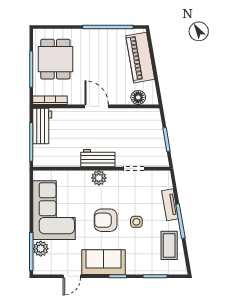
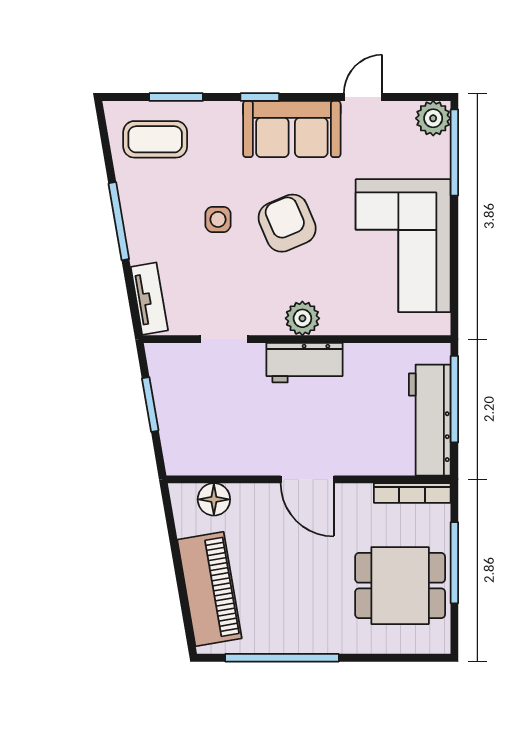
dining table: (55, 59) -> (400, 586), turned 90
workbench: (42, 126) -> (430, 420), width x1.37
tv unit: (170, 205) -> (149, 299), moved
armchair: (106, 220) -> (287, 223), turned -113
coffee table: (169, 245) -> (155, 139), moved, turned 90
plant: (41, 249) -> (433, 118), moved

